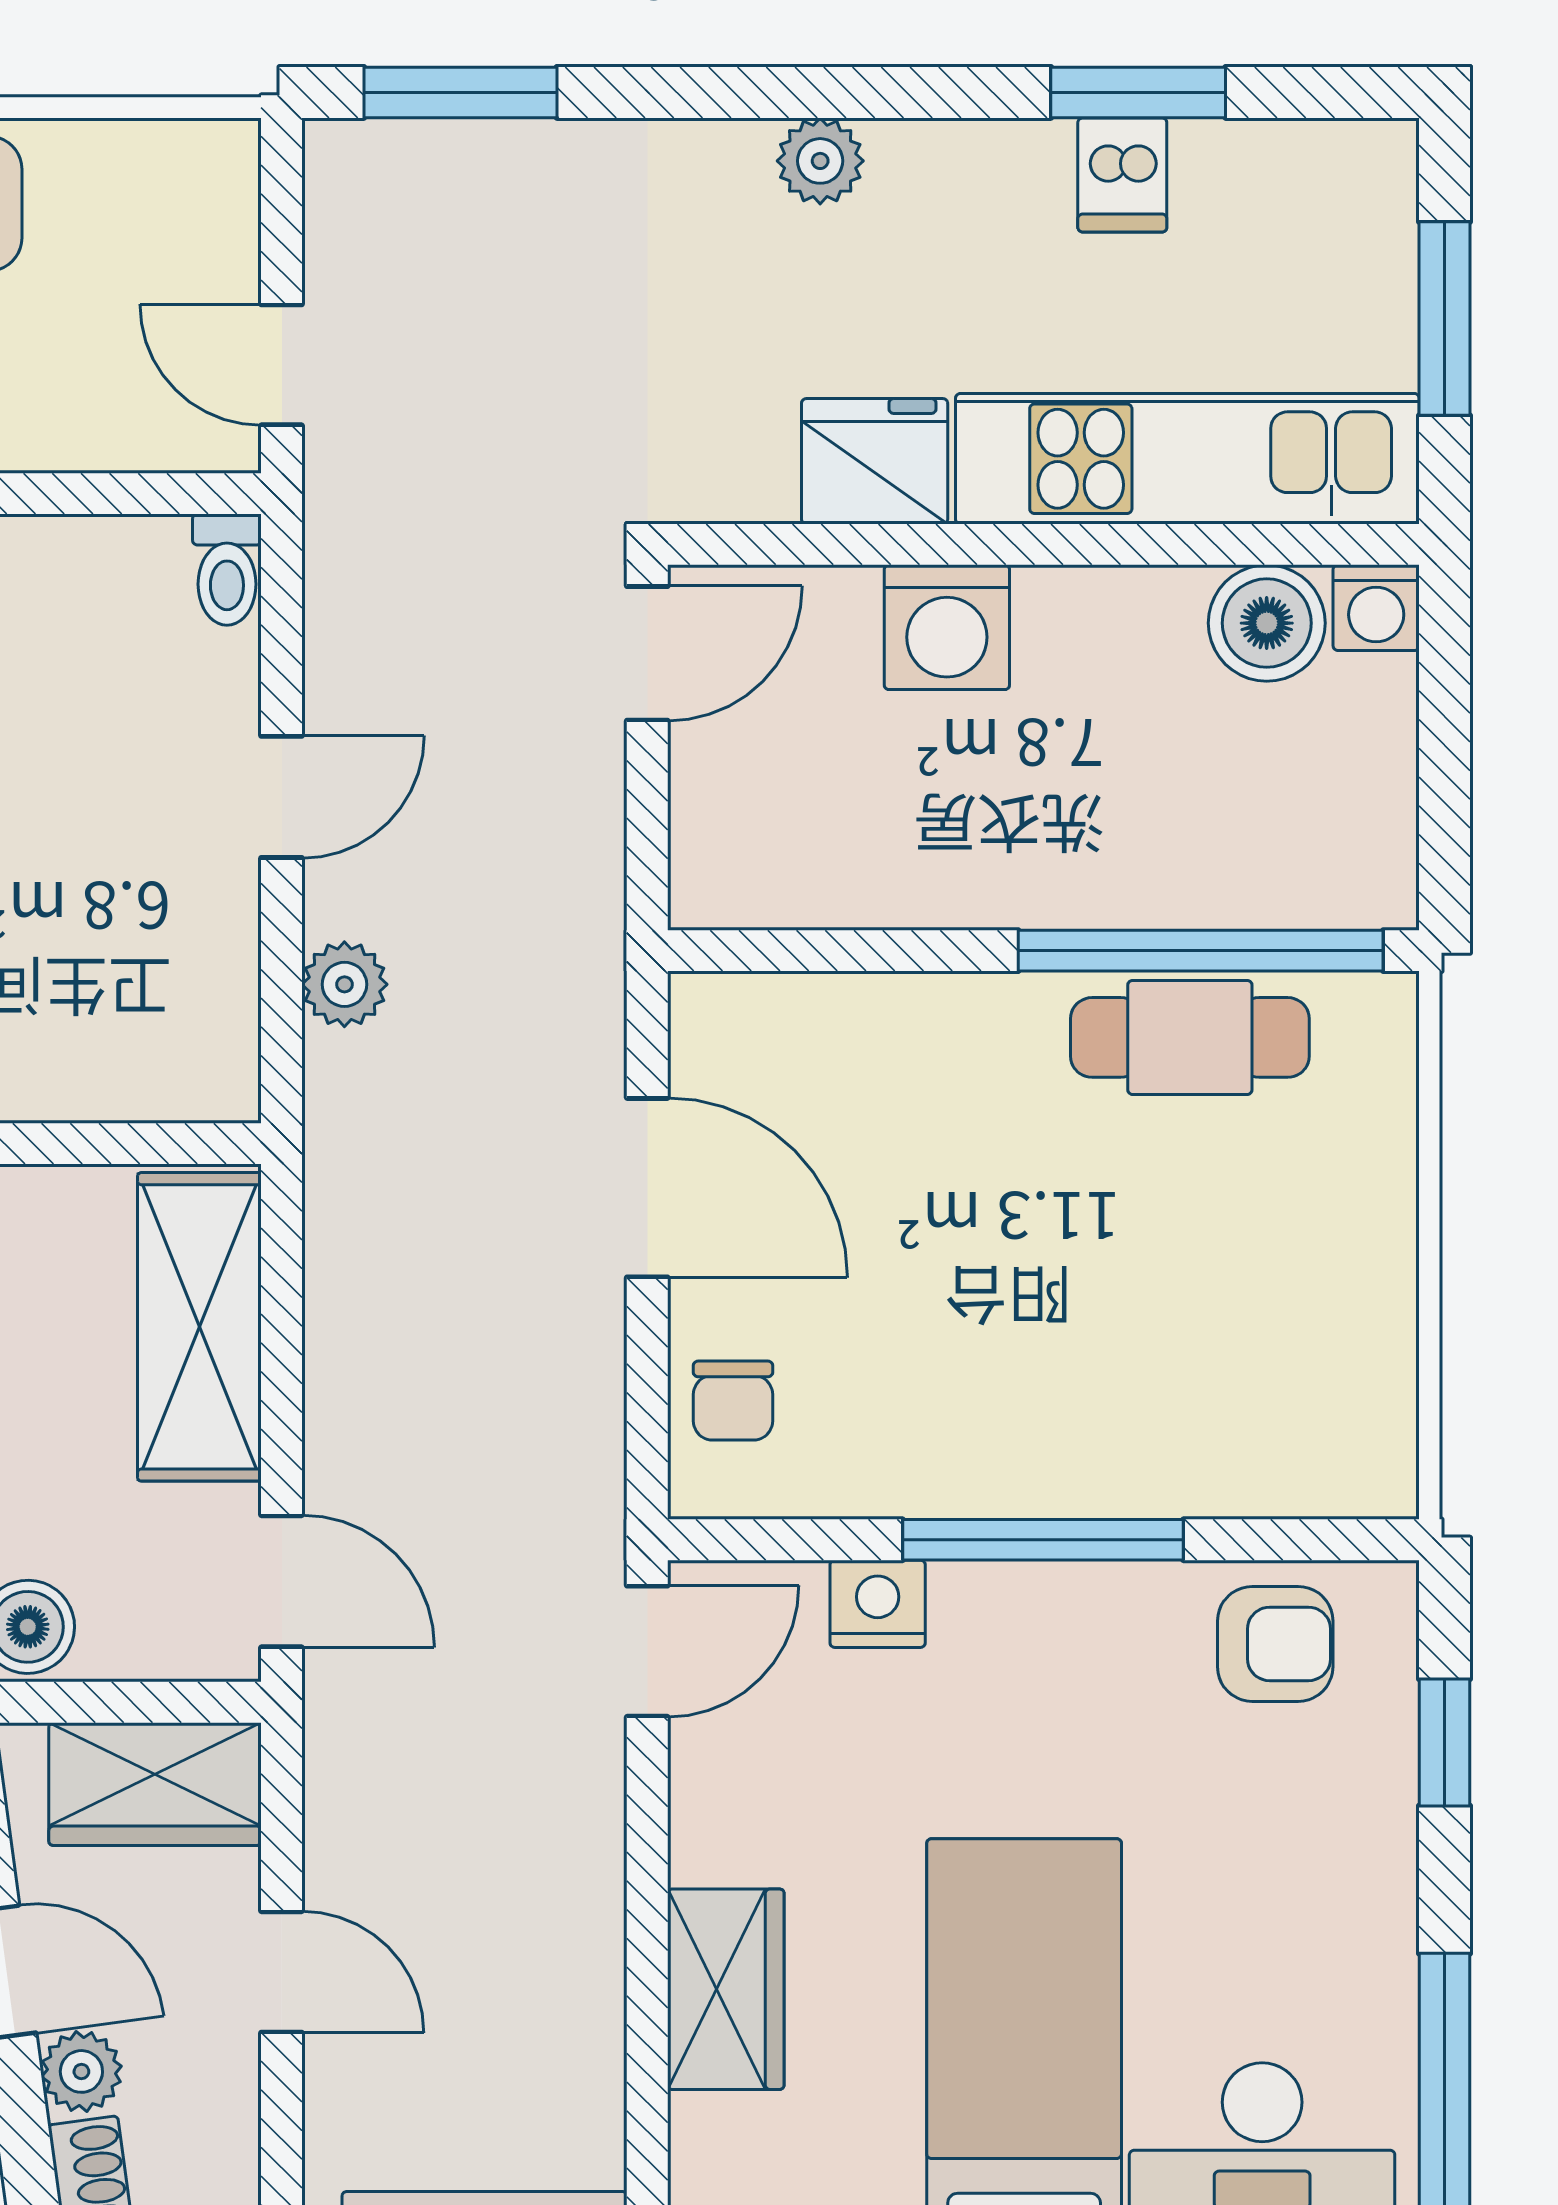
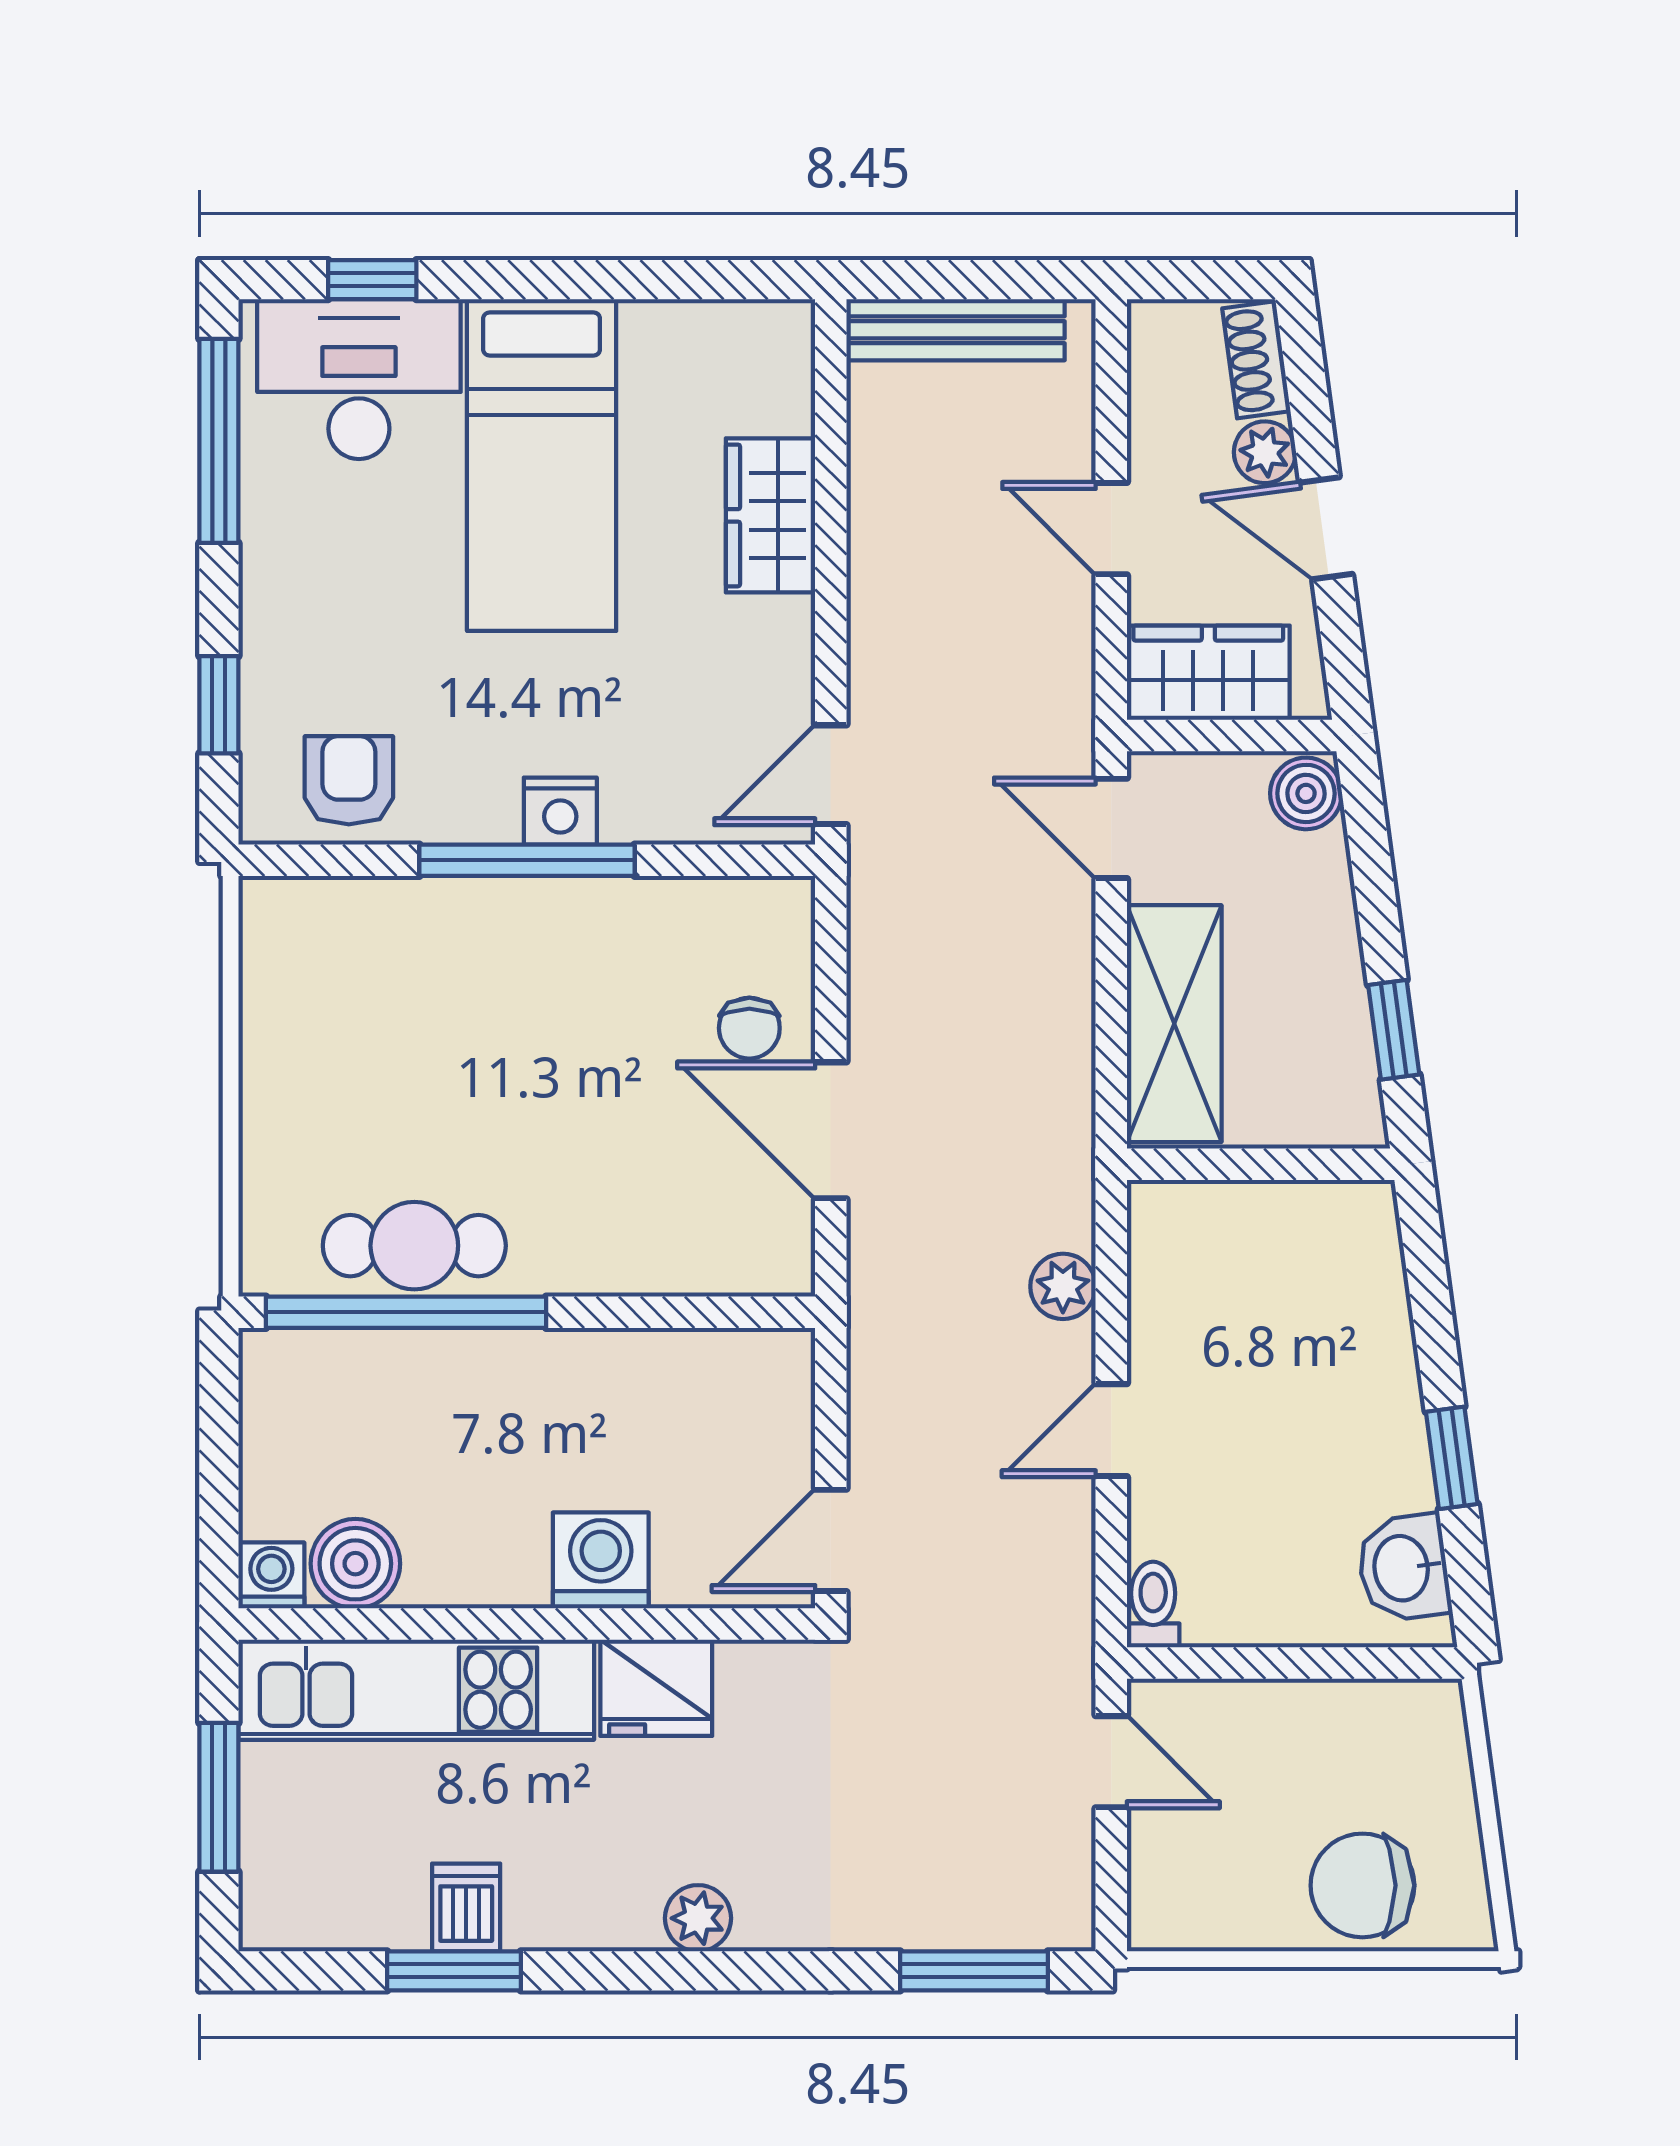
chair: (733, 1401) -> (749, 1028), moved, turned 180
nightstand: (878, 1604) -> (560, 811), moved
armchair: (1275, 1644) -> (349, 780), turned 90

